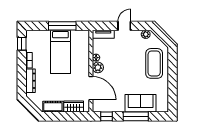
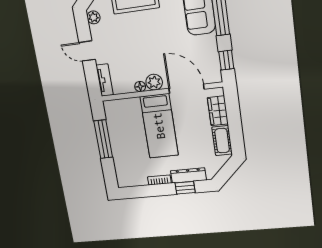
window: (22, 44) -> (185, 188), moved
bed: (60, 52) -> (159, 126), moved, turned 90
door: (91, 88) -> (187, 89), hinge flipped

